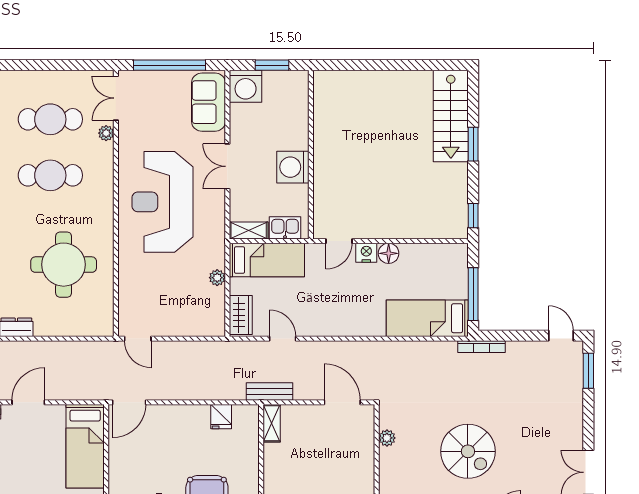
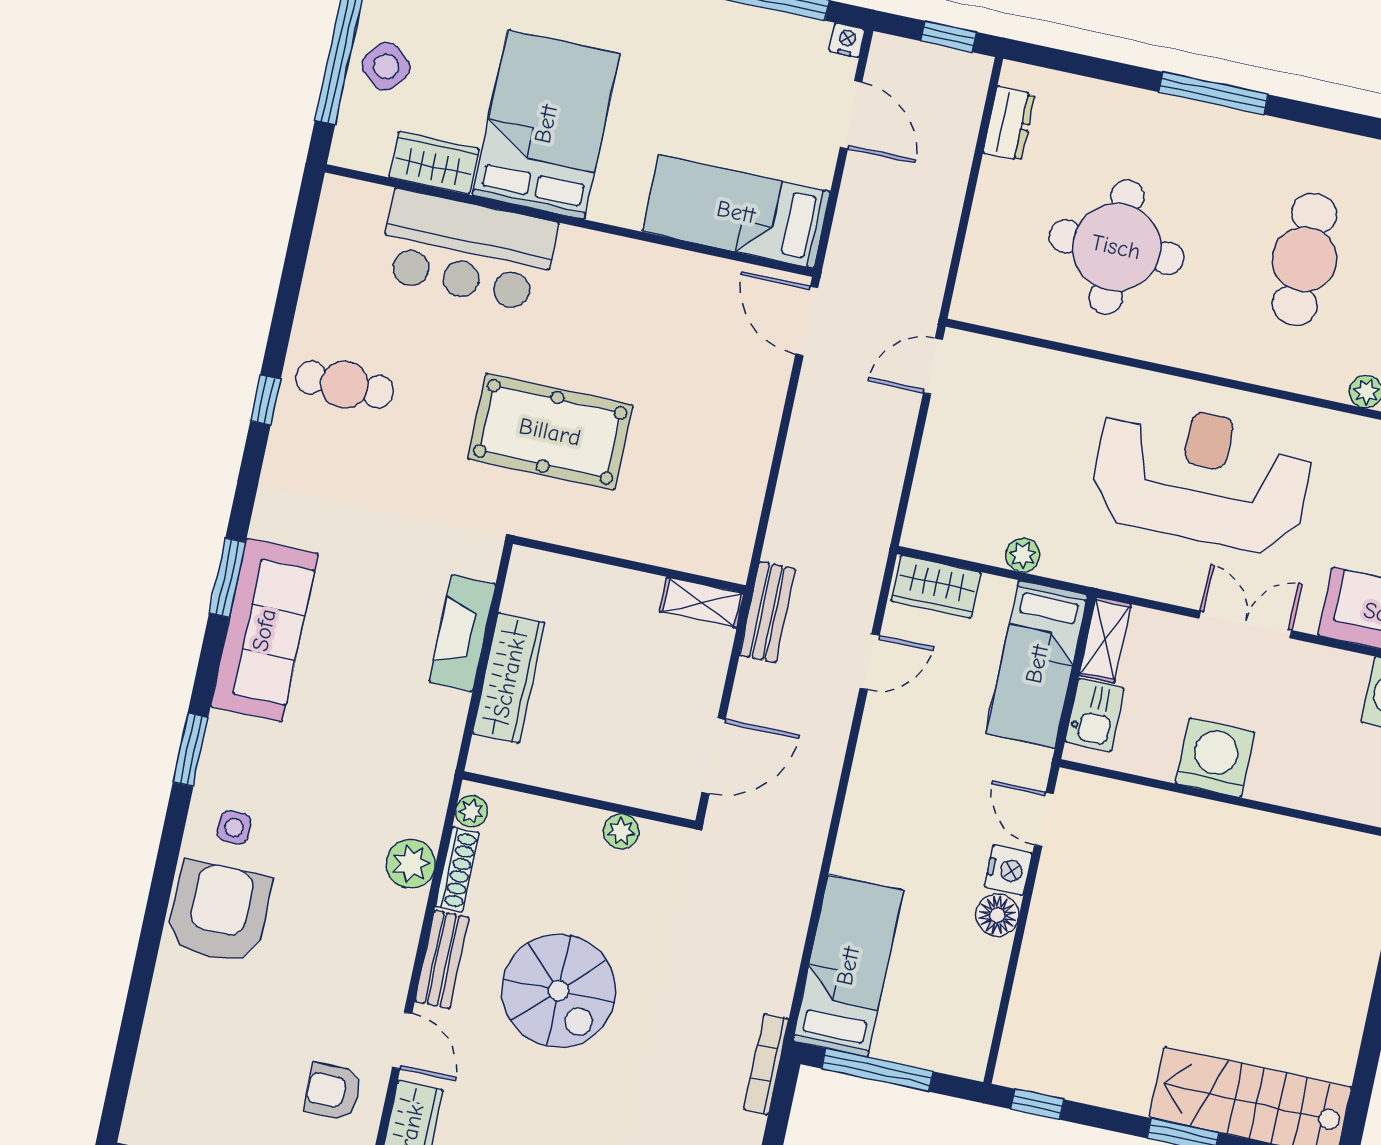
fridge: (221, 417) -> (738, 502), removed
spiral stairs: (468, 451) -> (559, 991), turned -90

